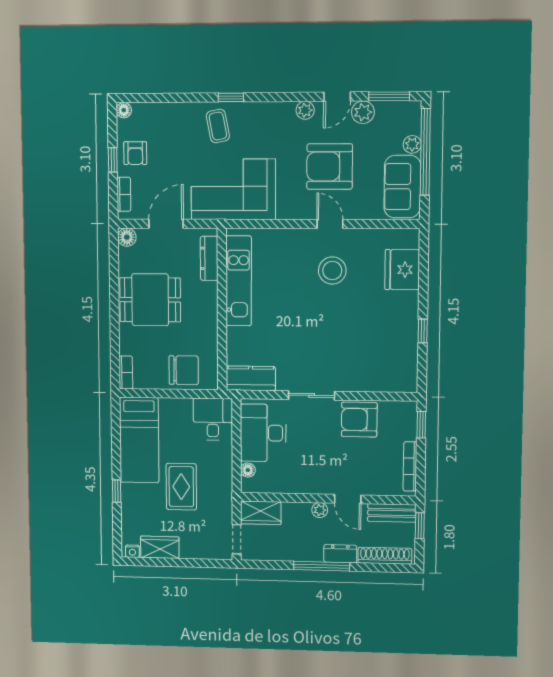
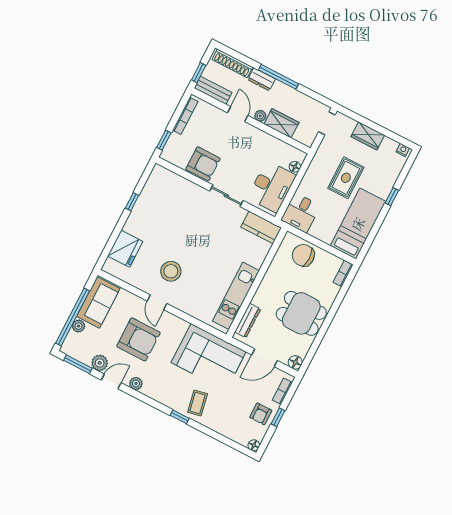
armchair: (135, 153) -> (261, 414), turned 180
wardrobe: (261, 513) -> (281, 123), moved
wardrobe: (160, 547) -> (368, 136), moved

